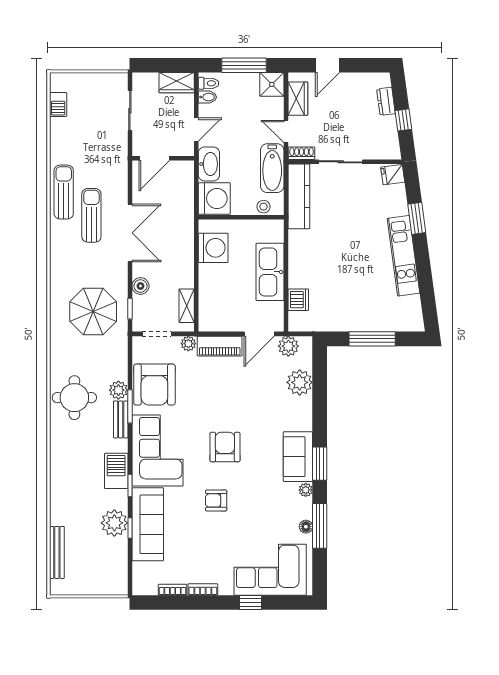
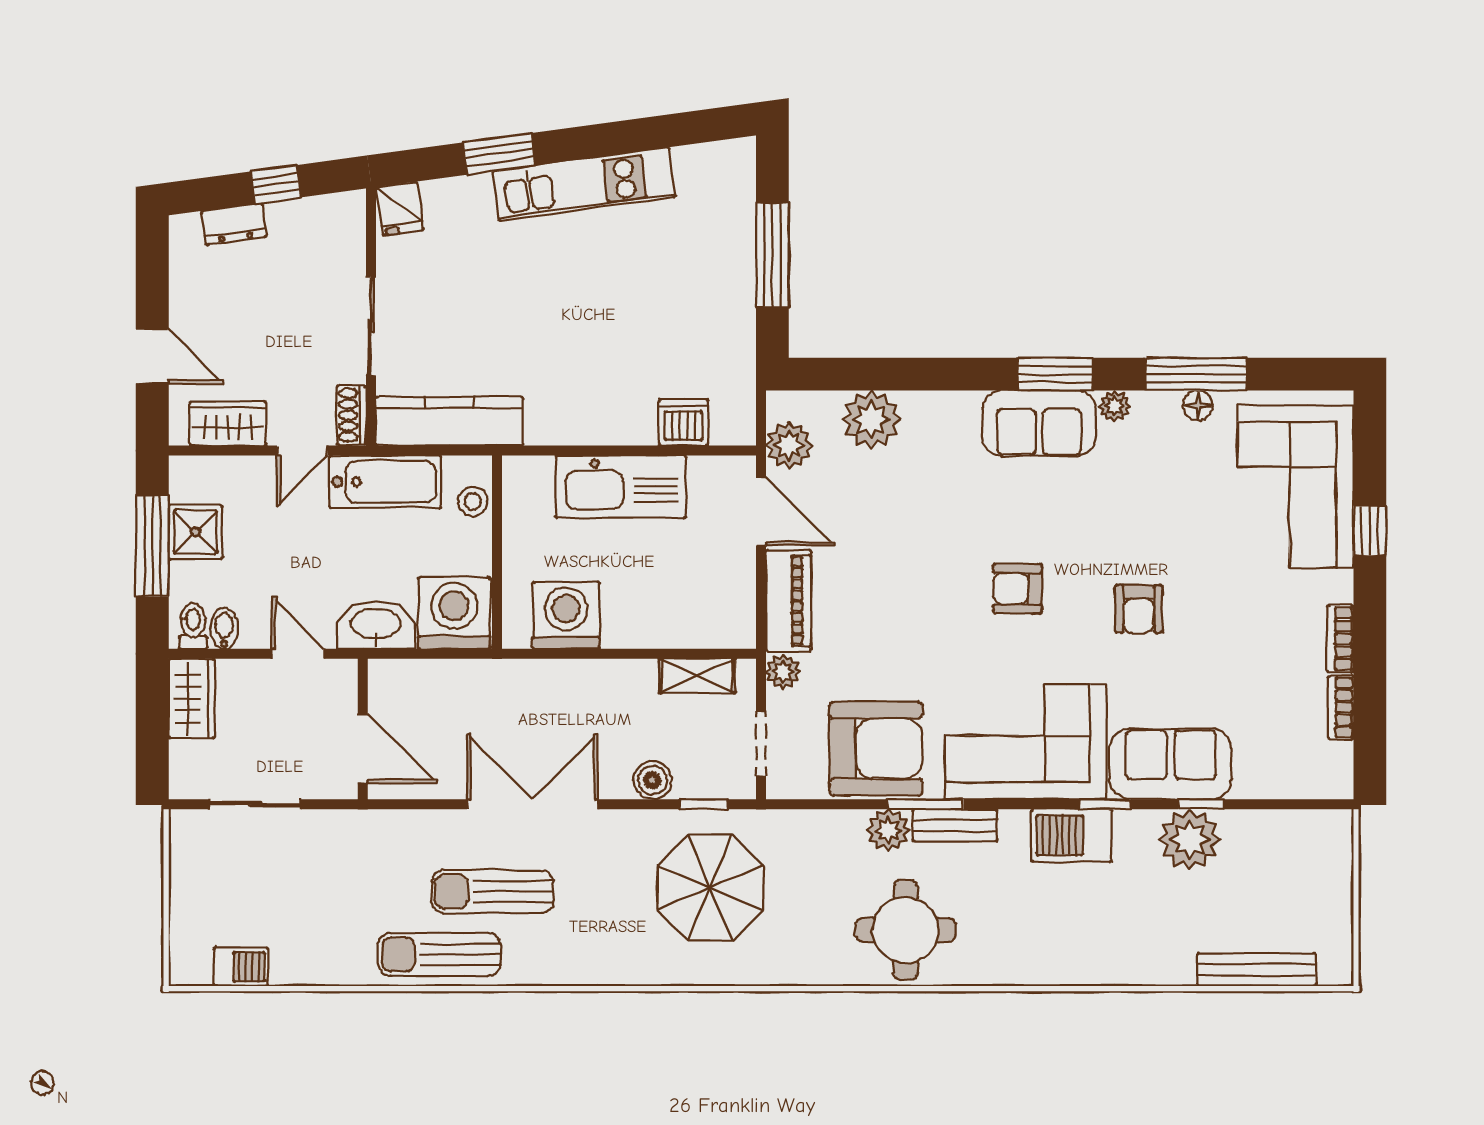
shower: (272, 84) -> (195, 532), moved
armchair: (225, 447) -> (1017, 589), width x0.72, depth x0.72
sofa: (148, 524) -> (1171, 764), width x0.73

